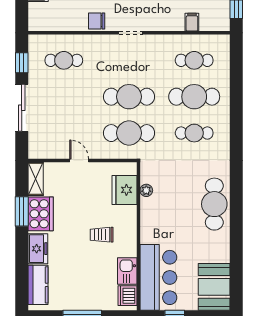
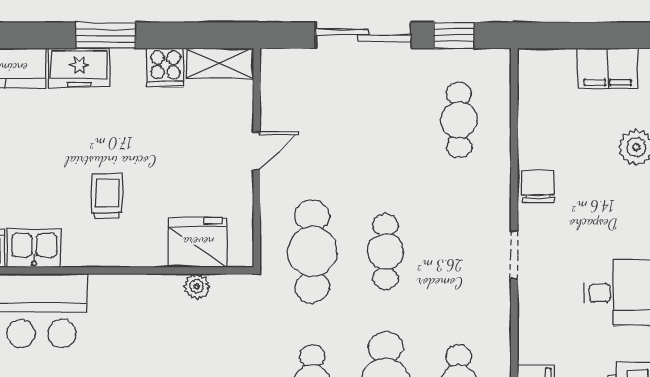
cafe table: (129, 97) -> (385, 251), width x0.73, depth x0.74
window: (22, 211) -> (106, 35), moved
cooker: (41, 214) -> (165, 67), width x0.53, depth x0.76

